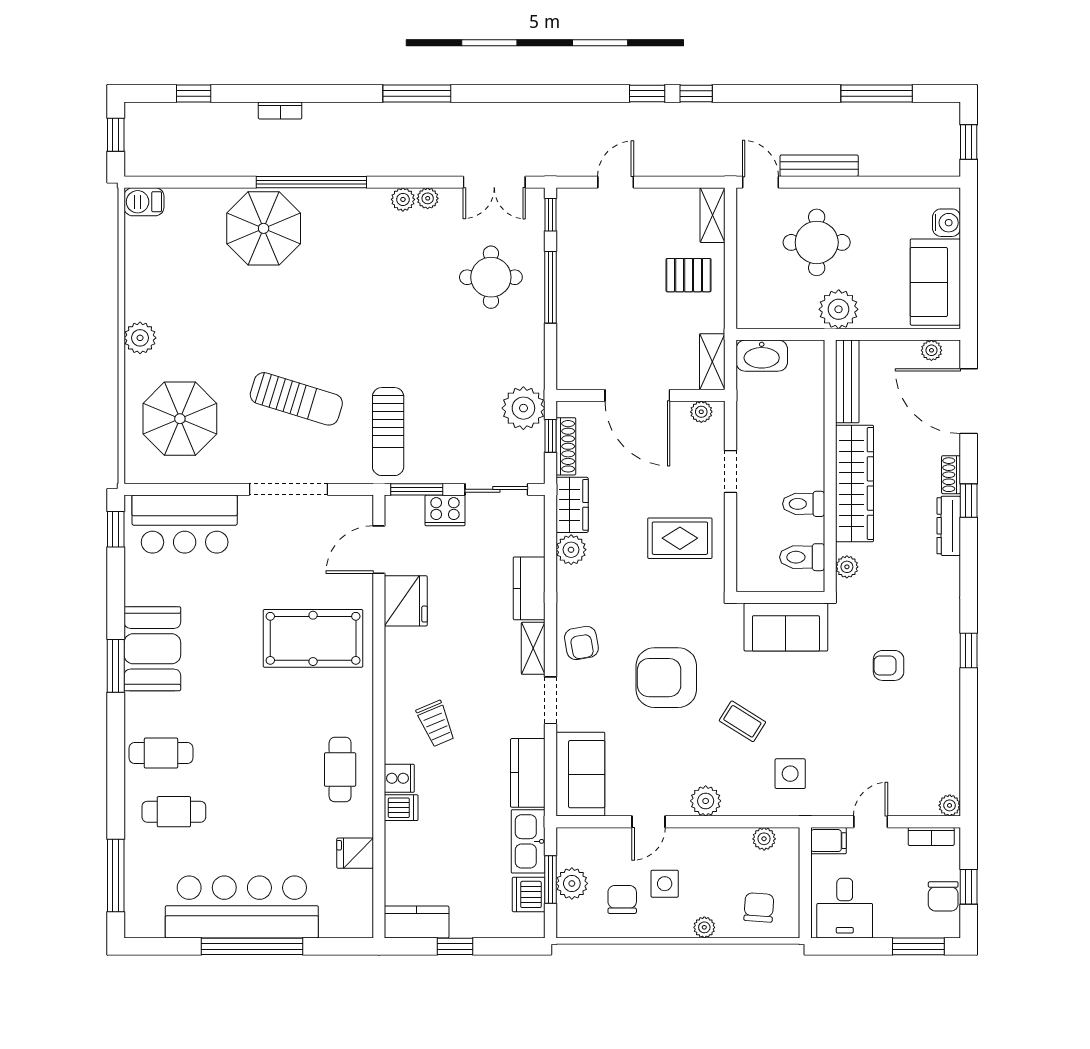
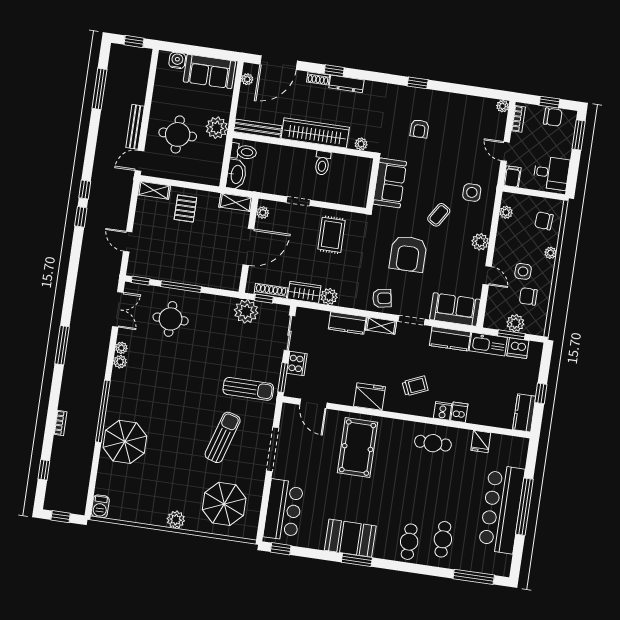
toilet: (802, 557) -> (243, 152), moved, turned -90
fridge: (406, 601) -> (369, 397), moved

